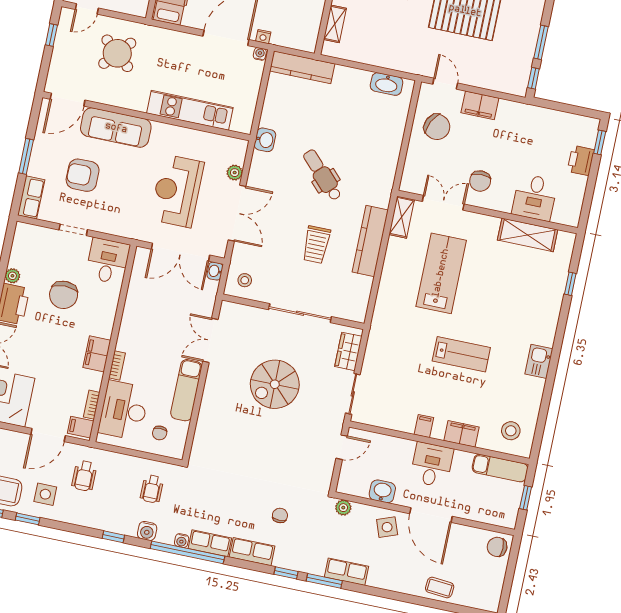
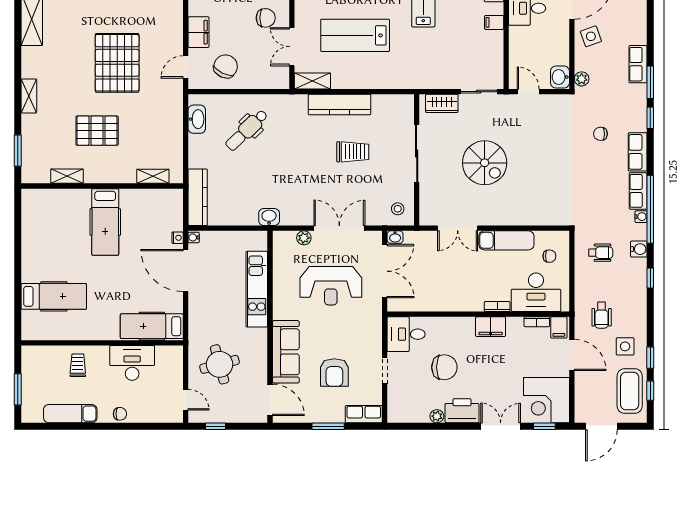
round table: (117, 53) -> (220, 364), turned 34
dental chair: (322, 175) -> (247, 130), moved
wheelchair: (84, 476) -> (602, 315), turned 90
washbasin: (382, 491) -> (560, 77), moved

